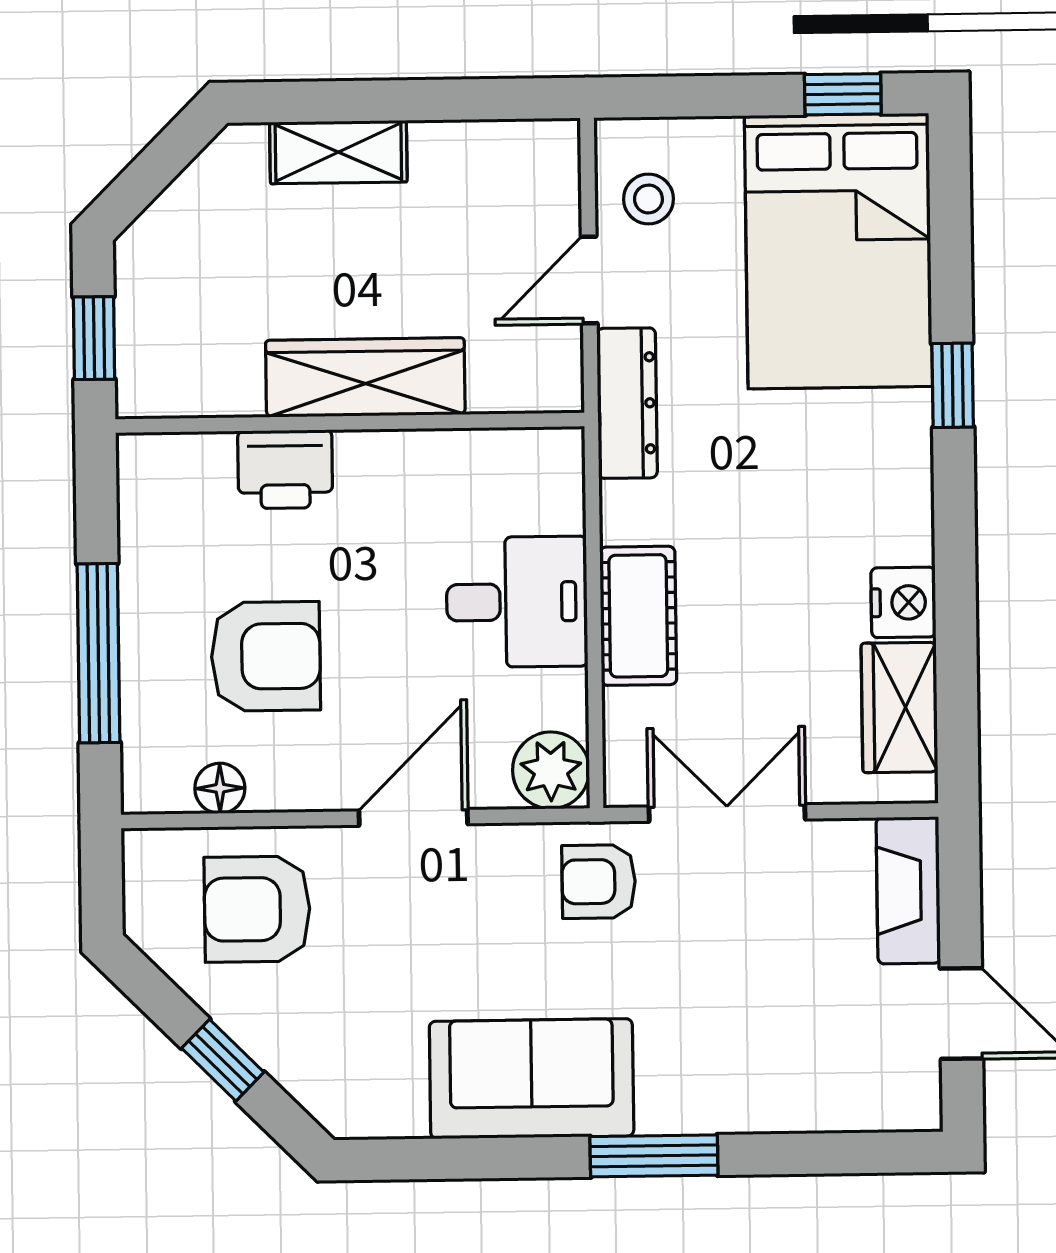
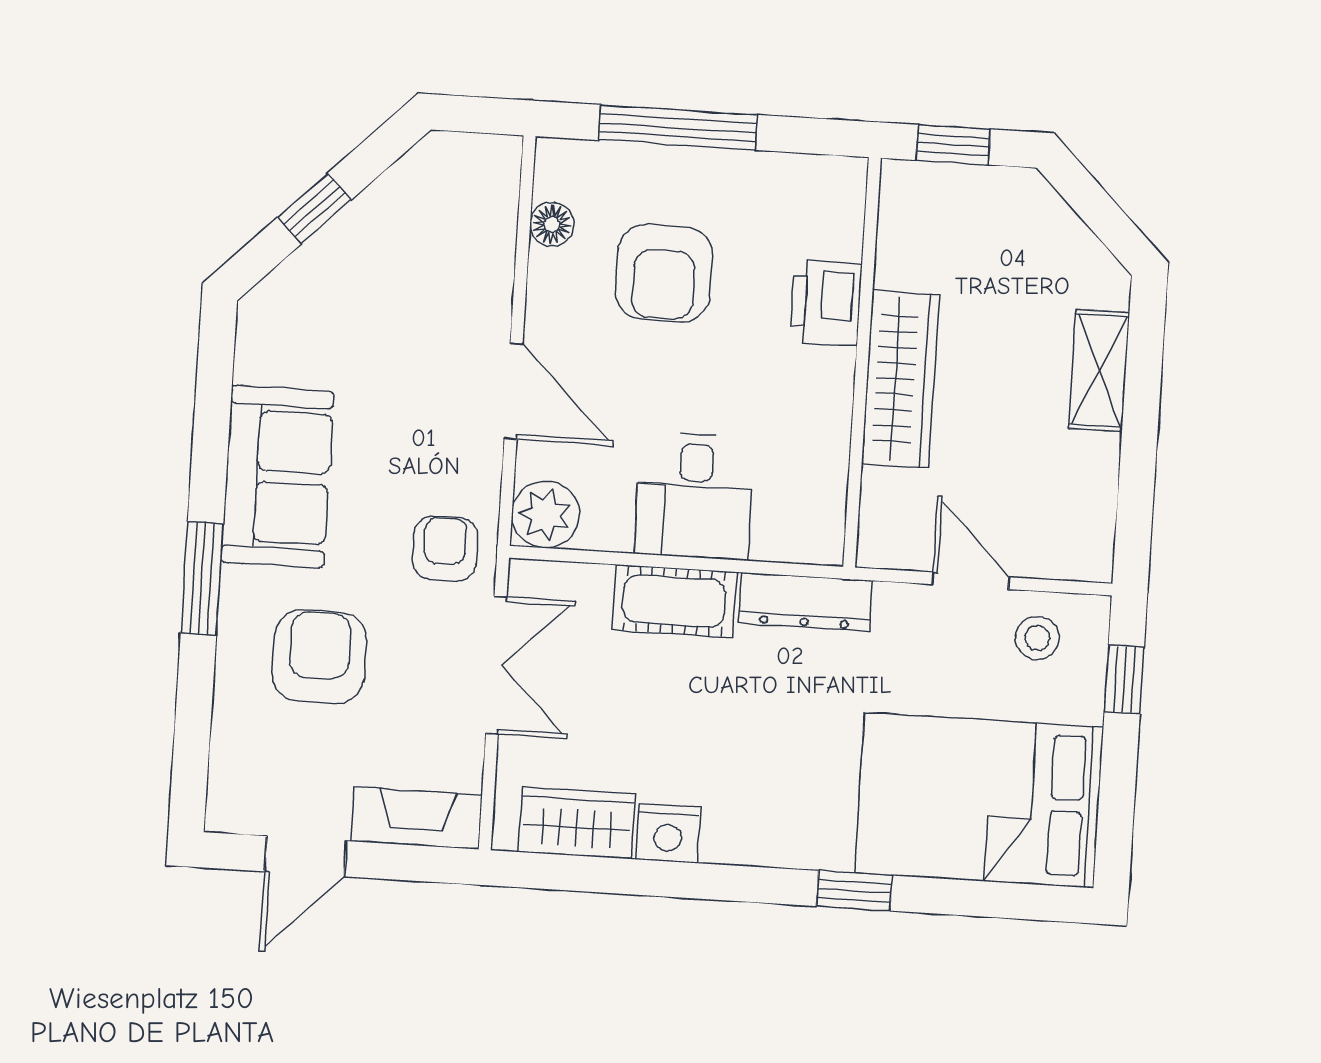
window: (843, 94) -> (1124, 680), moved
dresser: (627, 403) -> (805, 602), moved
armchair: (257, 909) -> (319, 657), moved

